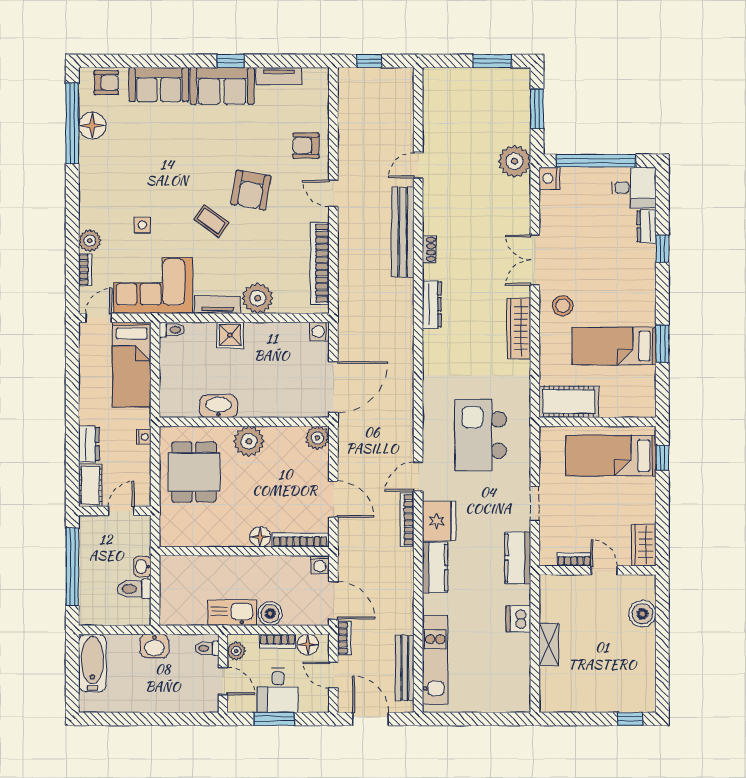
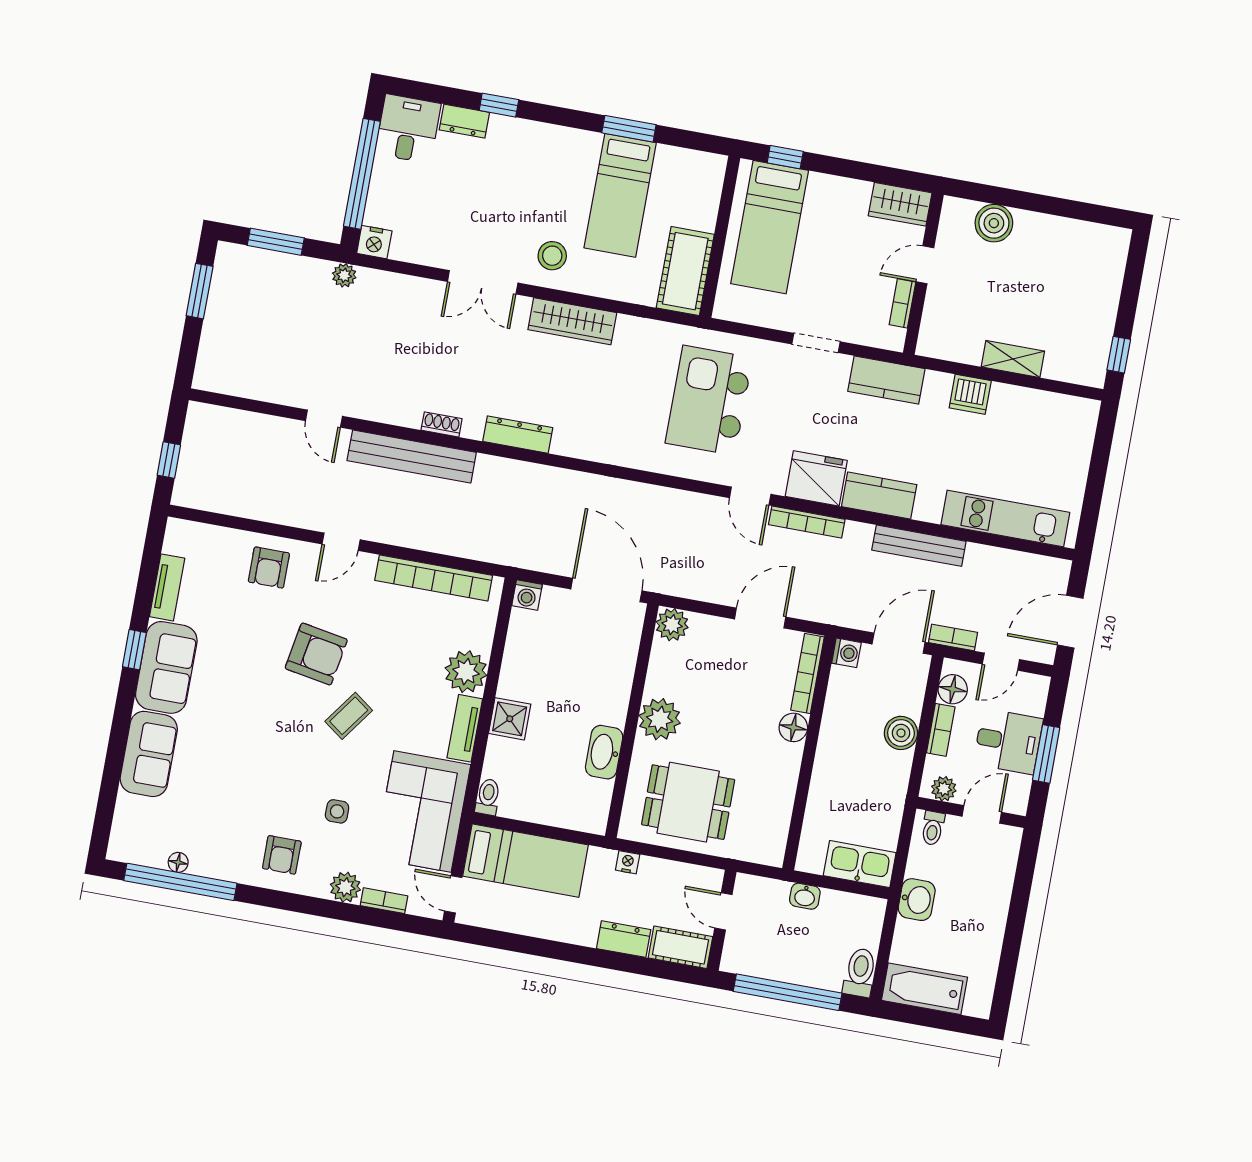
armchair: (106, 83) -> (282, 855), moved, turned 180
floor lamp: (92, 126) -> (178, 862), width x0.53, depth x0.53
plant: (514, 161) -> (344, 275), width x0.53, depth x0.53
kitchen island: (481, 435) -> (709, 400), turned 90
toilet: (134, 589) -> (860, 973), moved, turned 180
kitchen sink: (232, 613) -> (860, 864), moved, turned 90
bench: (405, 668) -> (919, 546), moved
window: (630, 719) -> (1119, 355), moved

